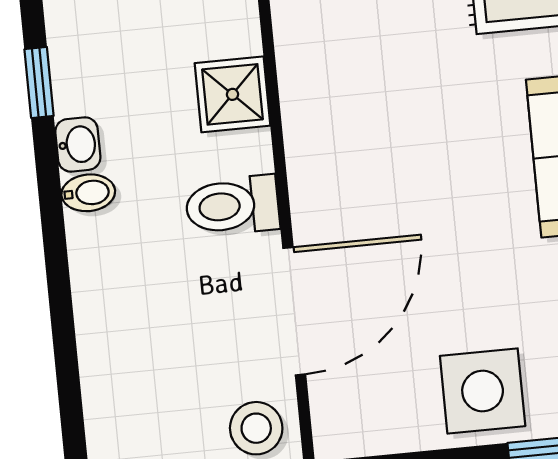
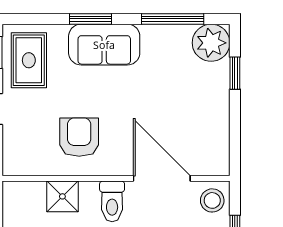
armchair: (368, 119) -> (79, 137), added
side table: (483, 391) -> (206, 98), removed

